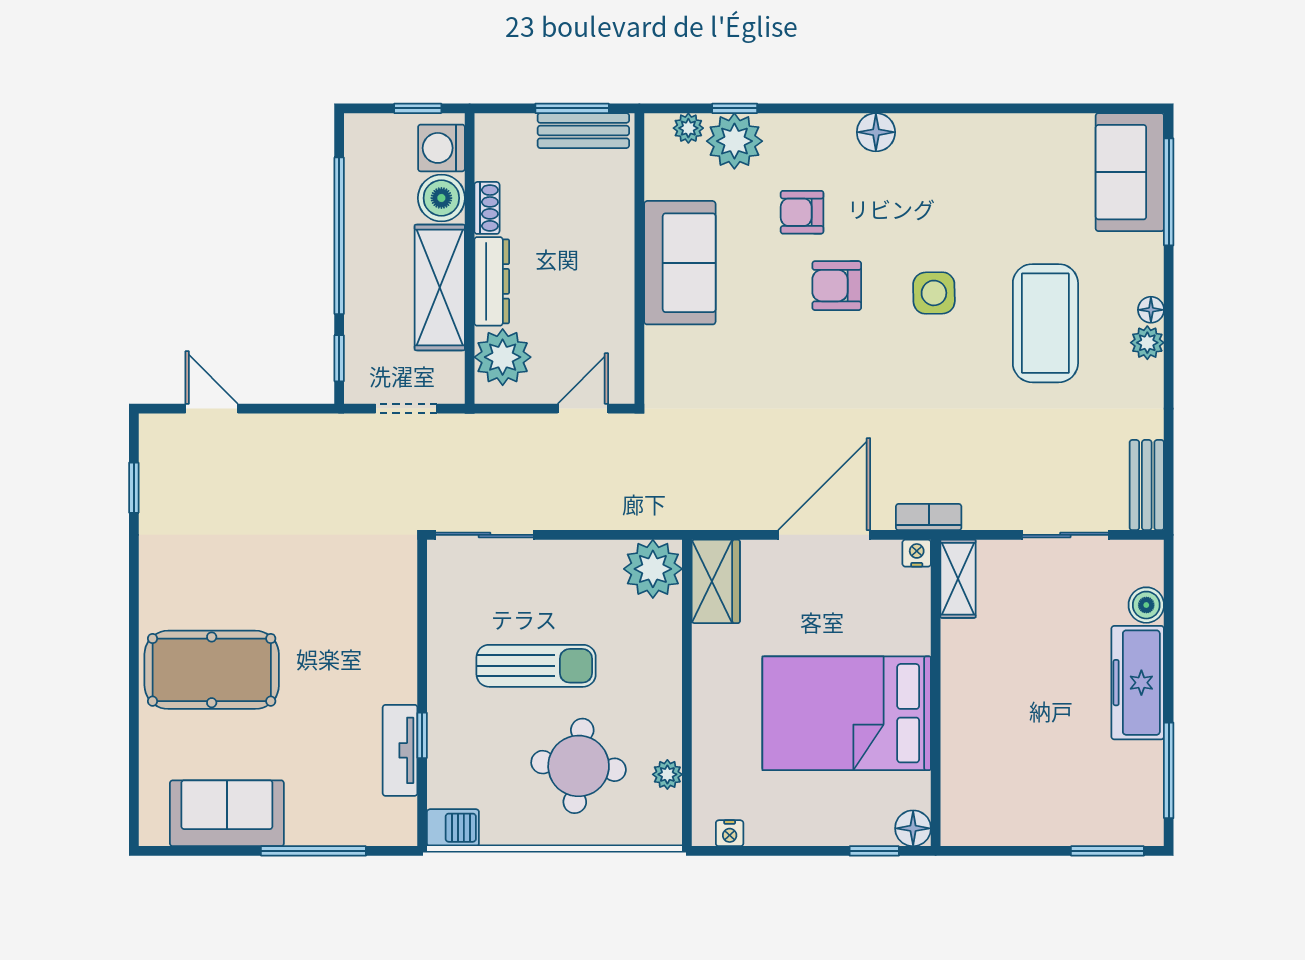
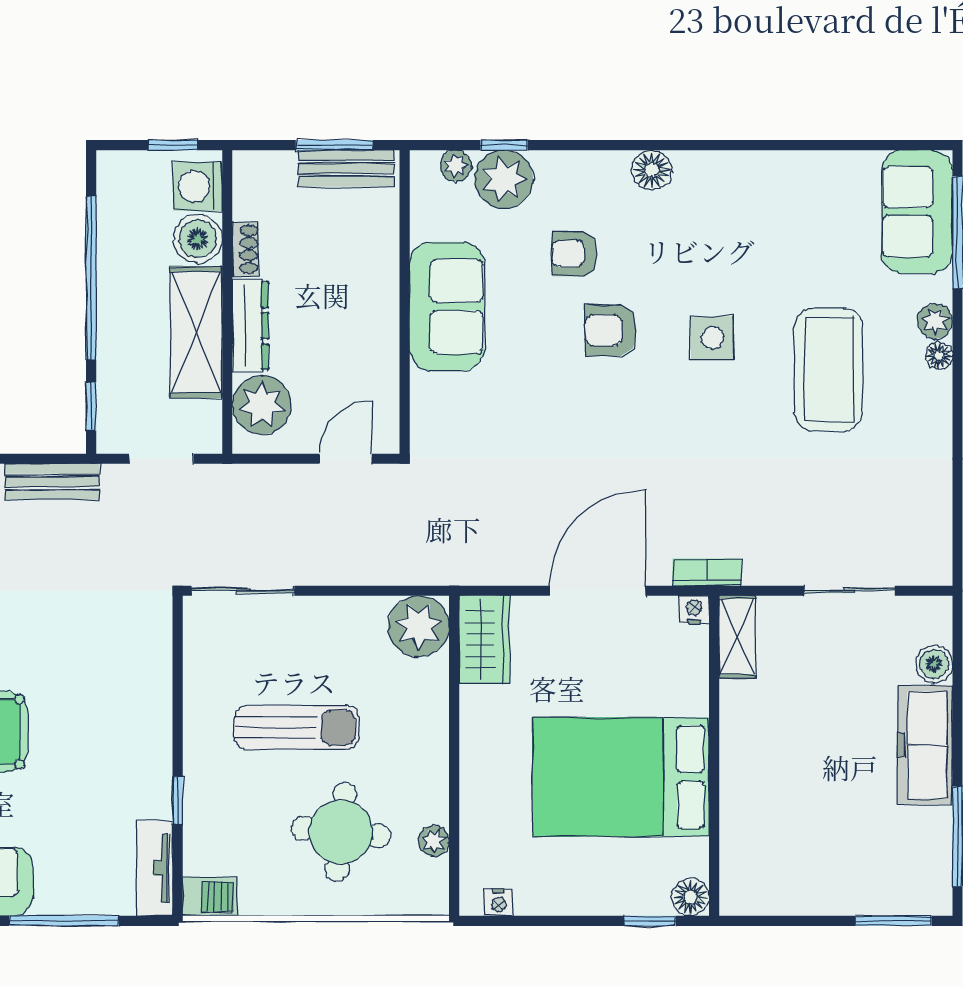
plant: (1147, 343) -> (935, 321), moved
bench: (1147, 485) -> (52, 482), moved, turned 90
tv unit: (400, 750) -> (155, 868), moved

